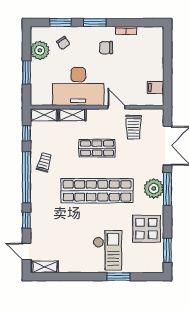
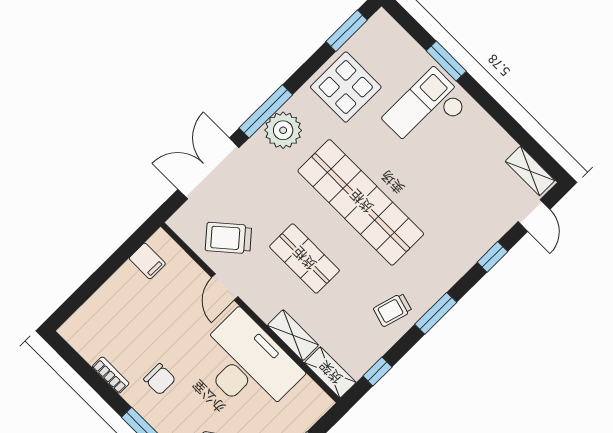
trolley: (134, 127) -> (228, 238), turned -131
window: (27, 177) -> (436, 313), width x0.47

